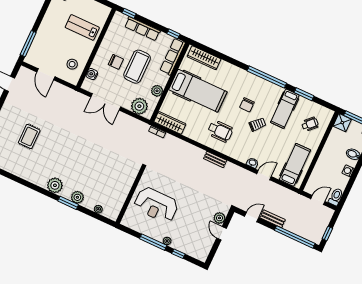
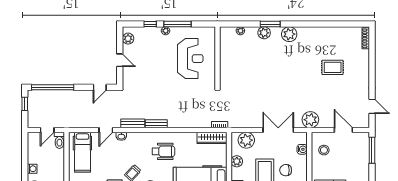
plant: (72, 98) -> (310, 120), added
wheelchair: (220, 131) -> (163, 151), turned 180
rug: (29, 137) -> (333, 67), turned 90
toilet: (336, 197) -> (59, 140), moved
reception desk: (156, 205) -> (190, 59), turned 90
plant: (219, 218) -> (128, 39), moved
bench: (273, 219) -> (133, 123), moved

